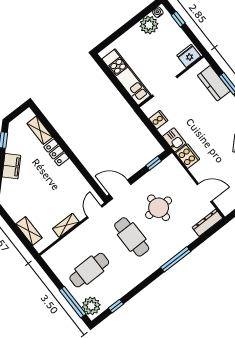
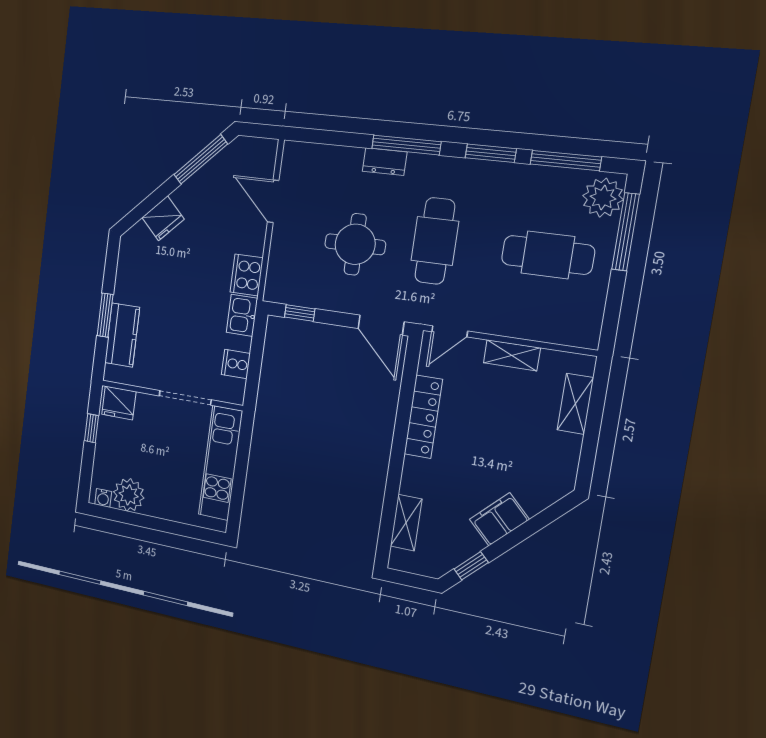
window: (178, 19) -> (92, 428), moved
locker: (56, 152) -> (423, 417), moved, width x1.53
dresser: (208, 223) -> (385, 162), moved, width x0.70
window: (143, 285) -> (491, 153), added
window: (116, 306) -> (566, 161), width x2.17

